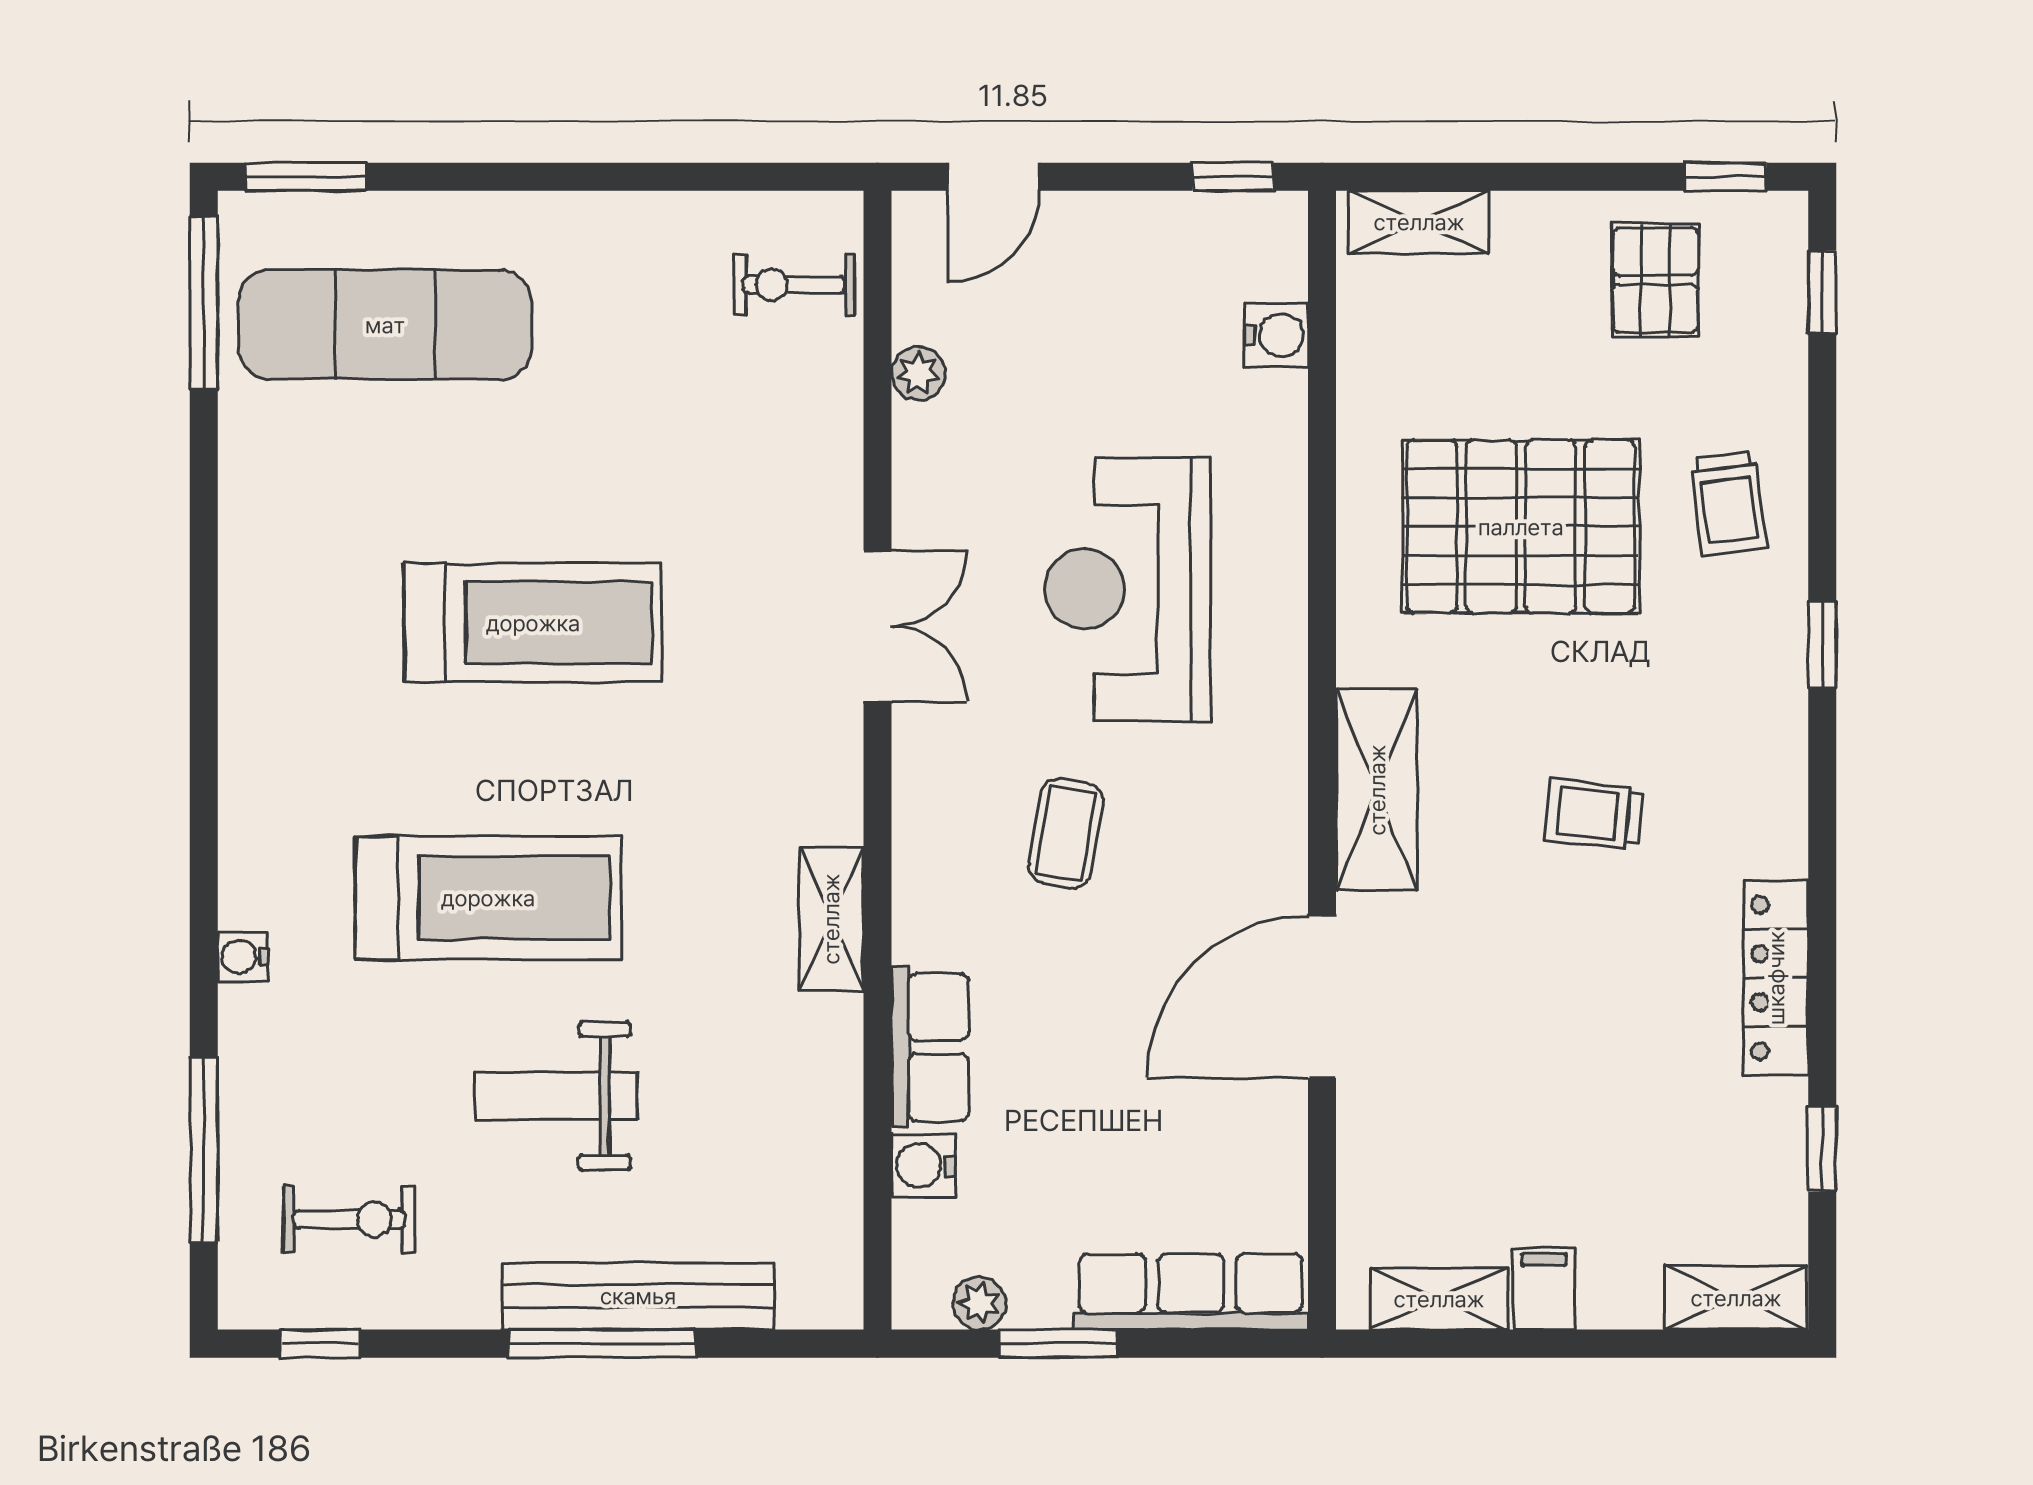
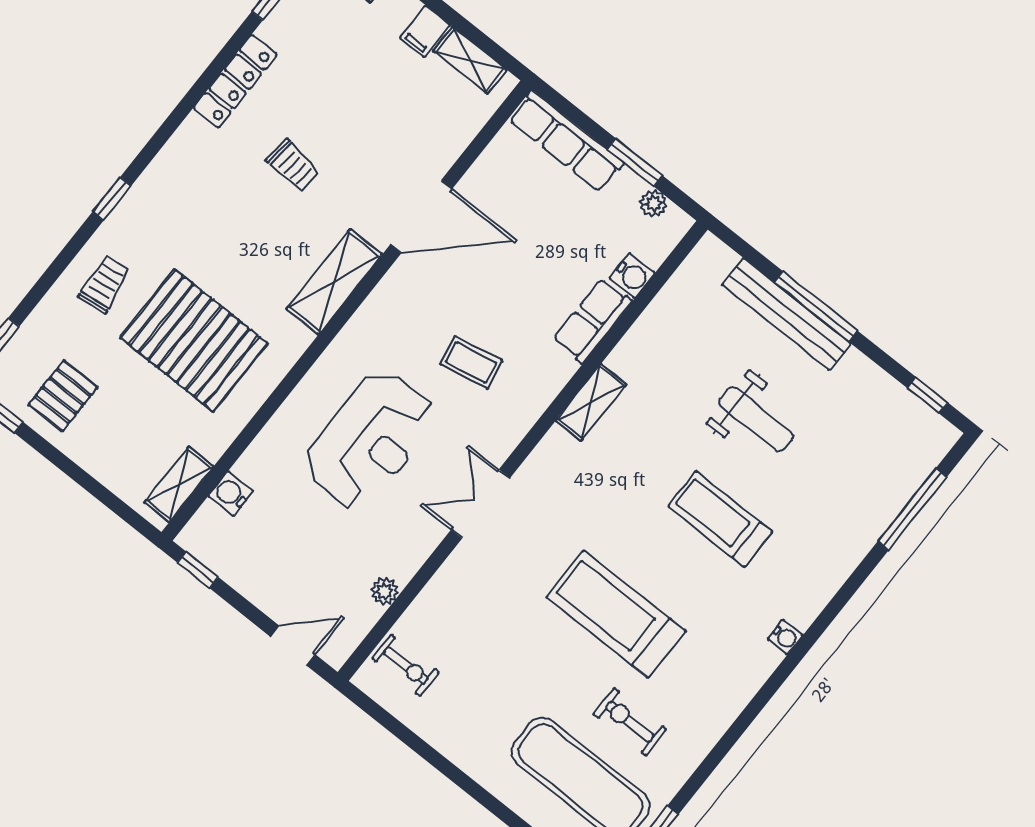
shelving: (1419, 222) -> (179, 484), moved, turned 90
trolley: (1594, 814) -> (293, 166), moved
coffee table: (1066, 833) -> (471, 362), turned 69
treadmill: (488, 898) -> (720, 519), width x0.73, depth x0.73
water cooler: (243, 957) -> (785, 637), moved
exercise bike: (349, 1219) -> (630, 722), moved

